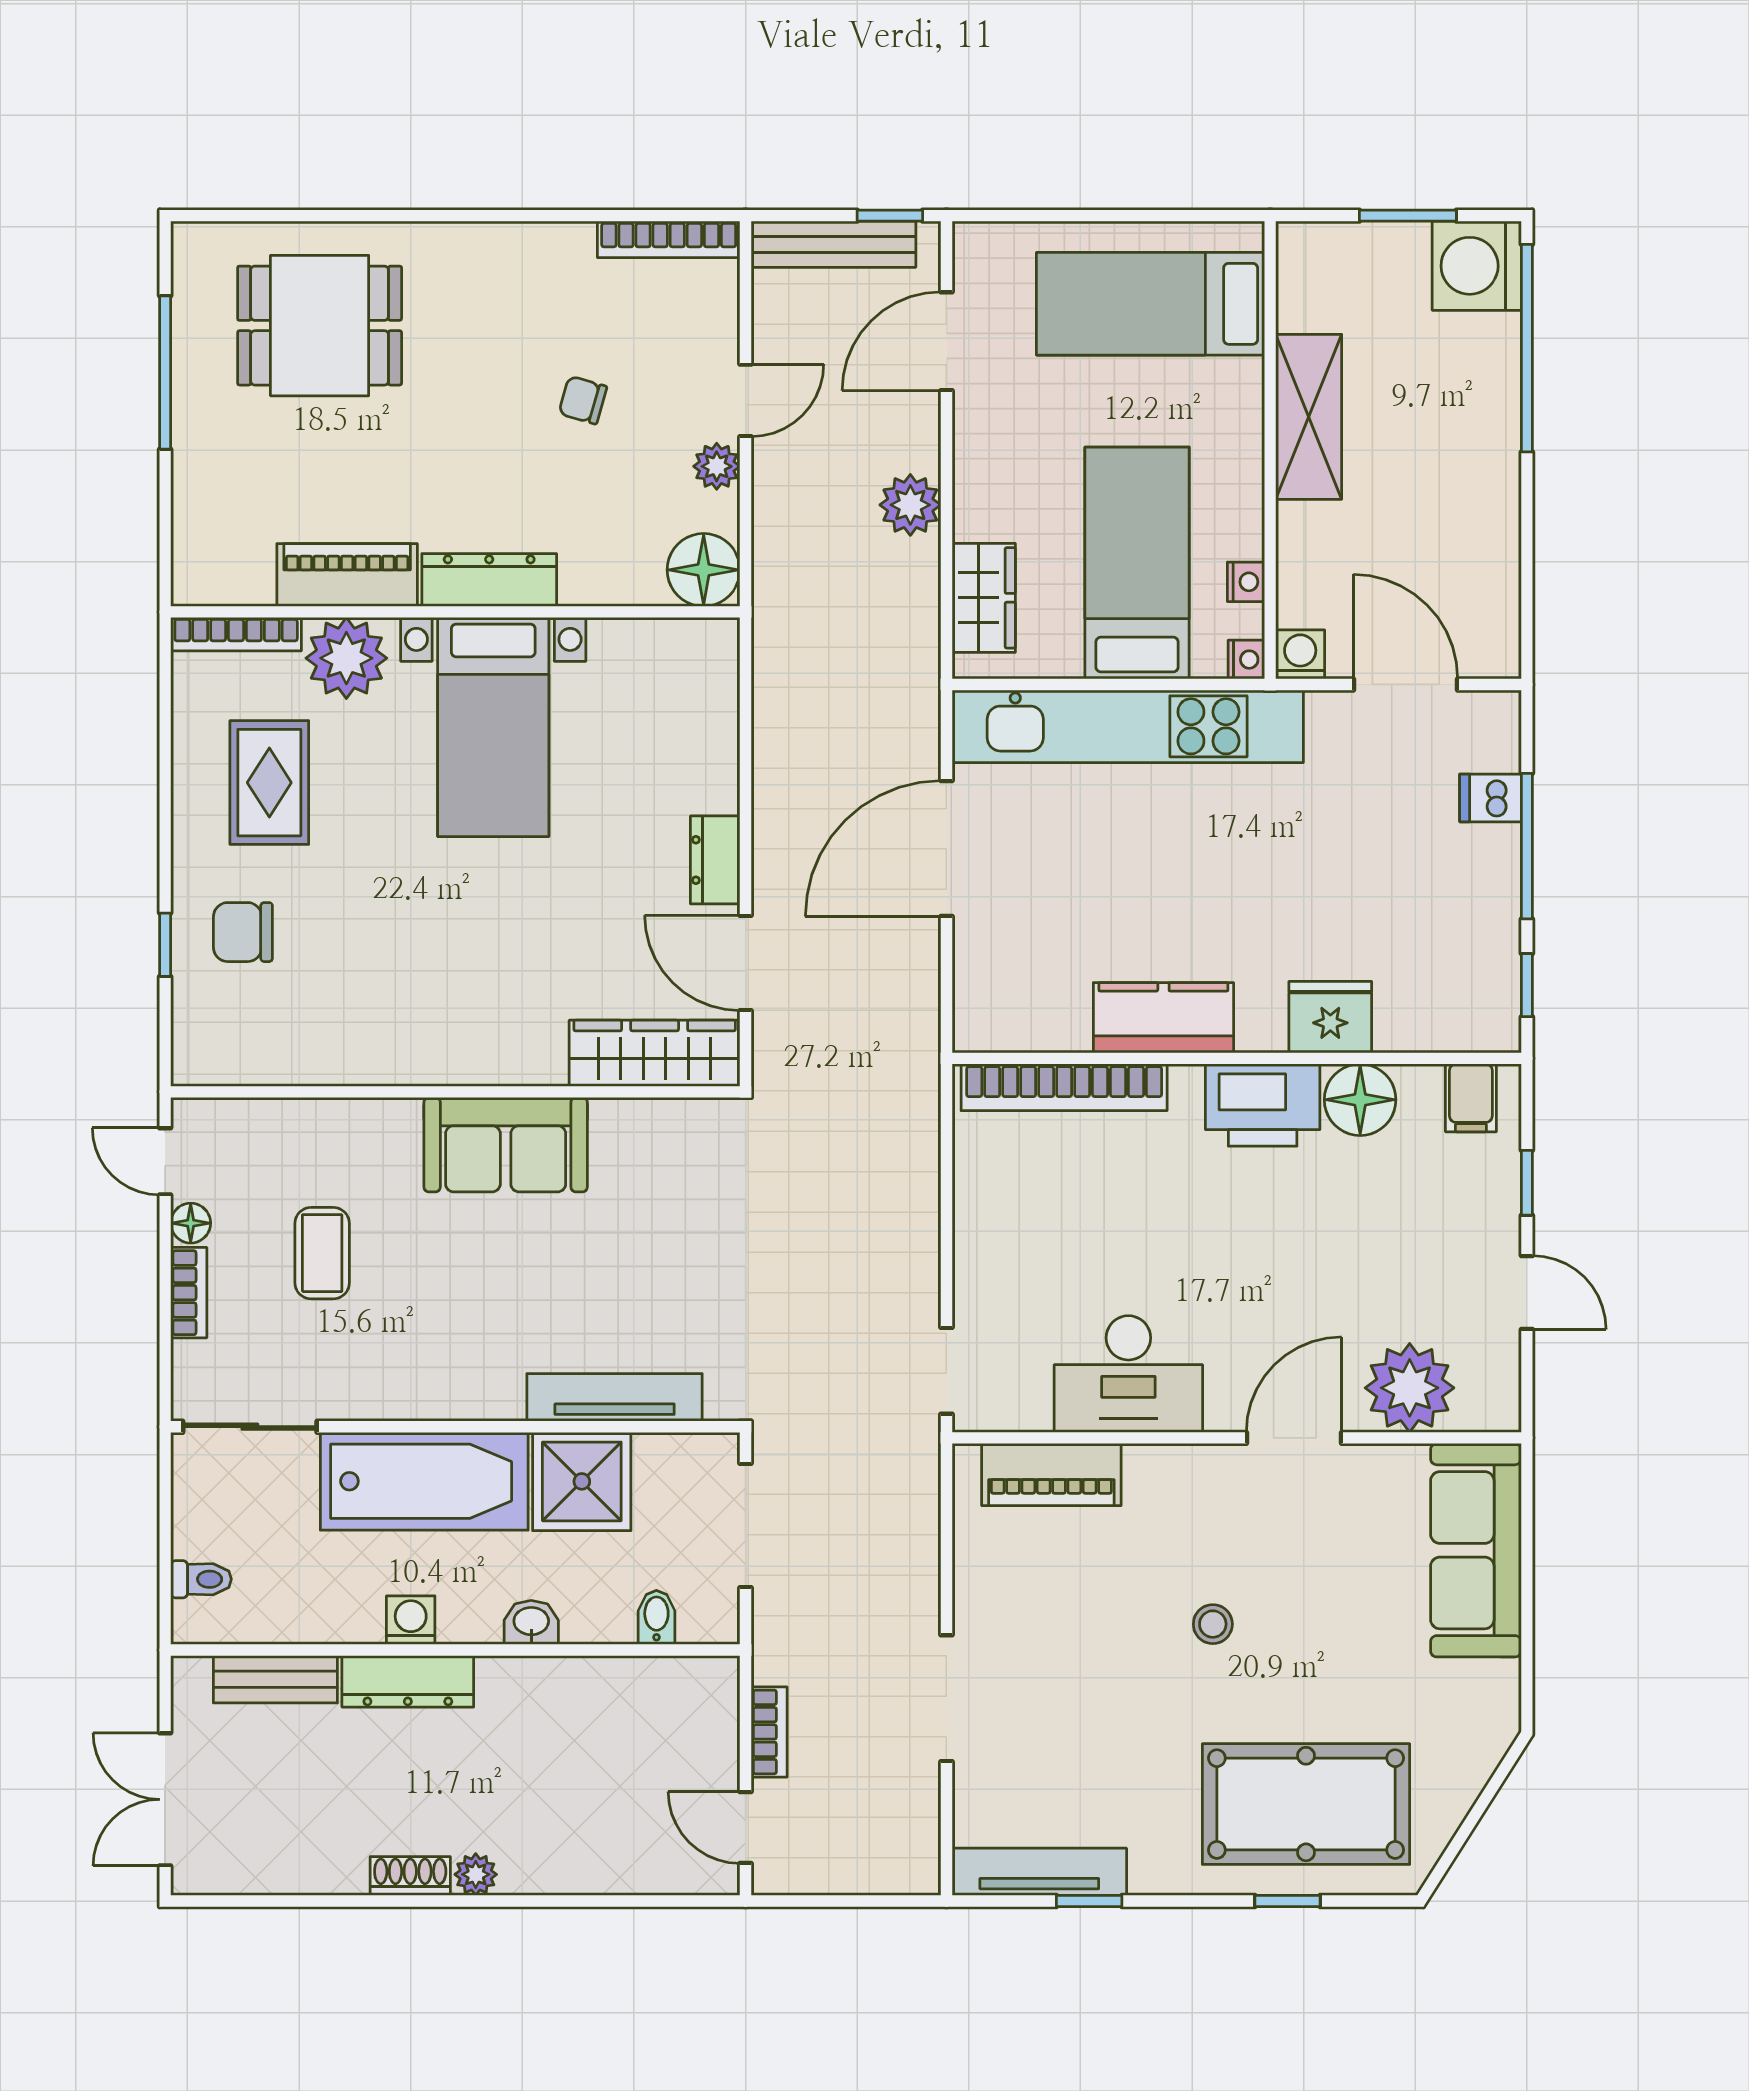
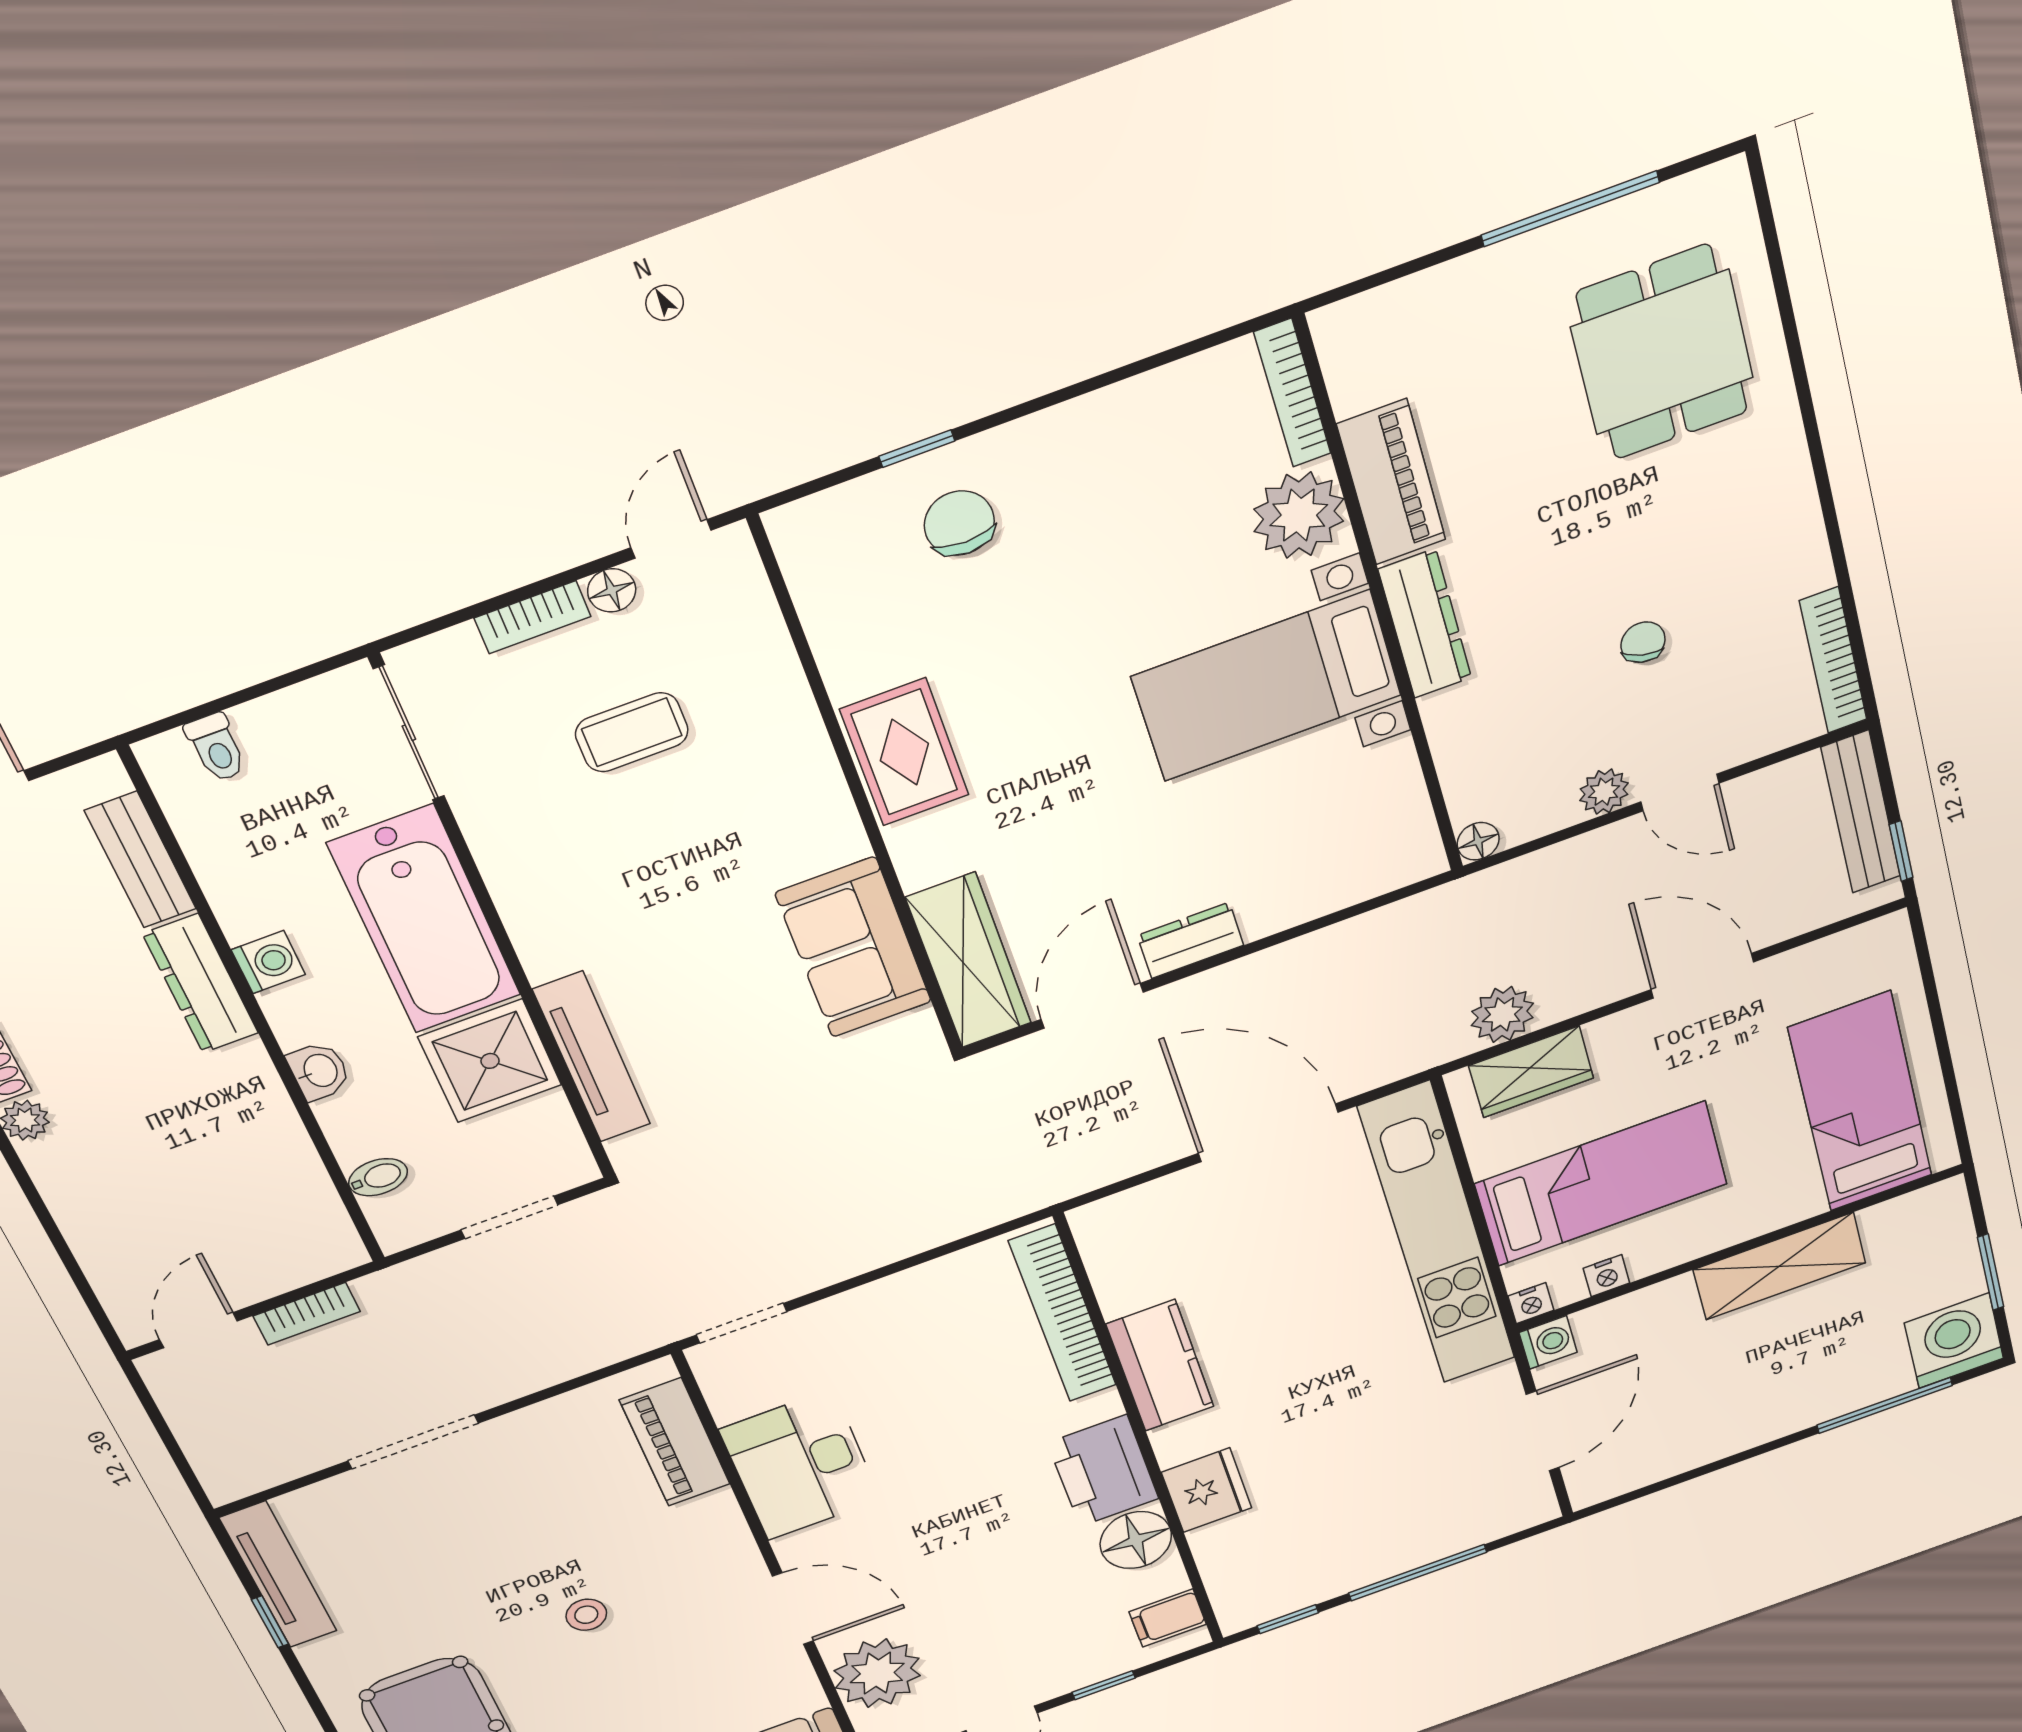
door: (946, 341) -> (1702, 976), moved
window: (1527, 348) -> (1885, 1405), width x0.68
plant: (910, 505) -> (1502, 1014), moved
floor lamp: (704, 570) -> (1478, 841), width x0.53, depth x0.53
rug: (269, 783) -> (904, 752), moved, turned 90
dishwasher: (1490, 798) -> (1454, 1531), removed
sofa: (506, 1145) -> (854, 948), moved
doorway: (746, 1525) -> (509, 1217), width x0.73

